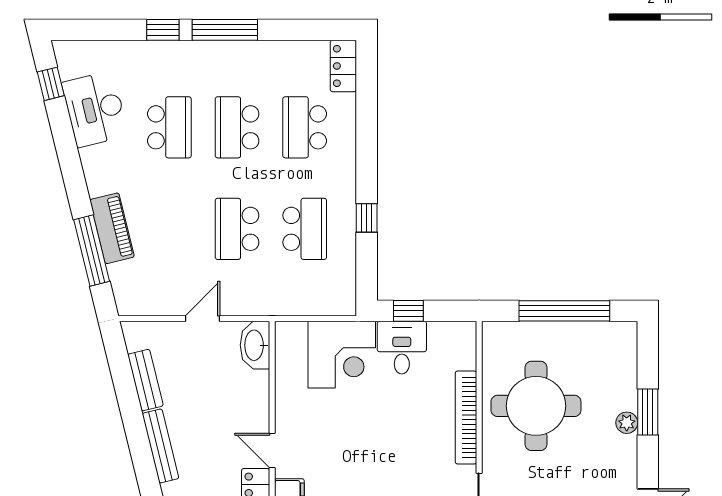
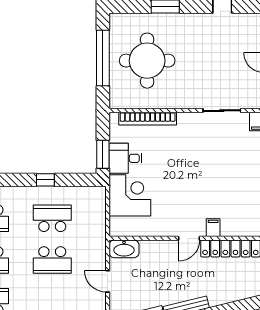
window: (408, 311) -> (103, 154), width x1.50
round table: (536, 406) -> (147, 61), moved
bookcase: (466, 417) -> (148, 119), moved
plant: (627, 423) -> (172, 19), removed

